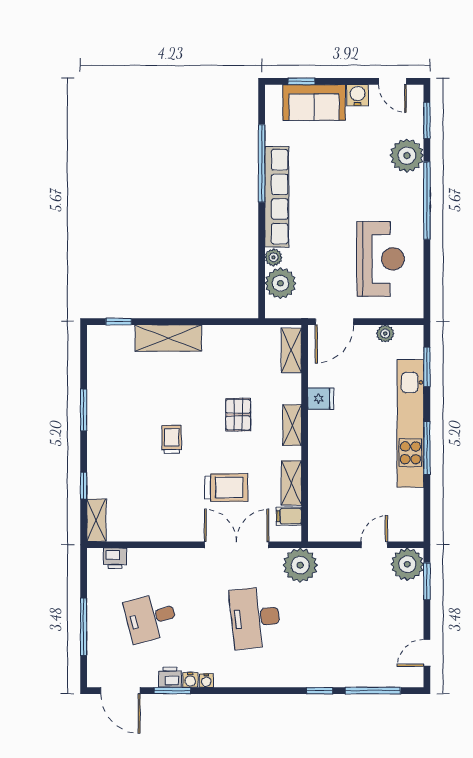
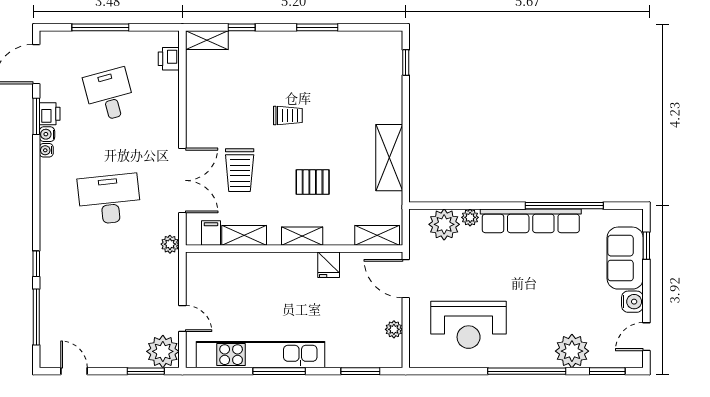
shelving: (168, 338) -> (389, 158), moved
kitchen unit: (410, 423) -> (261, 355), moved
plant: (300, 565) -> (170, 244), width x0.53, depth x0.53

